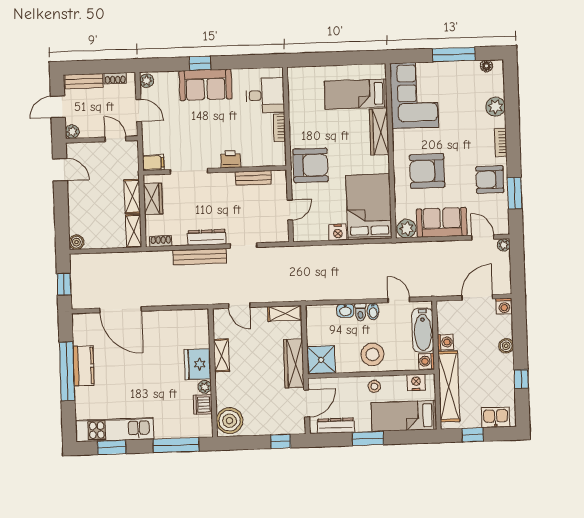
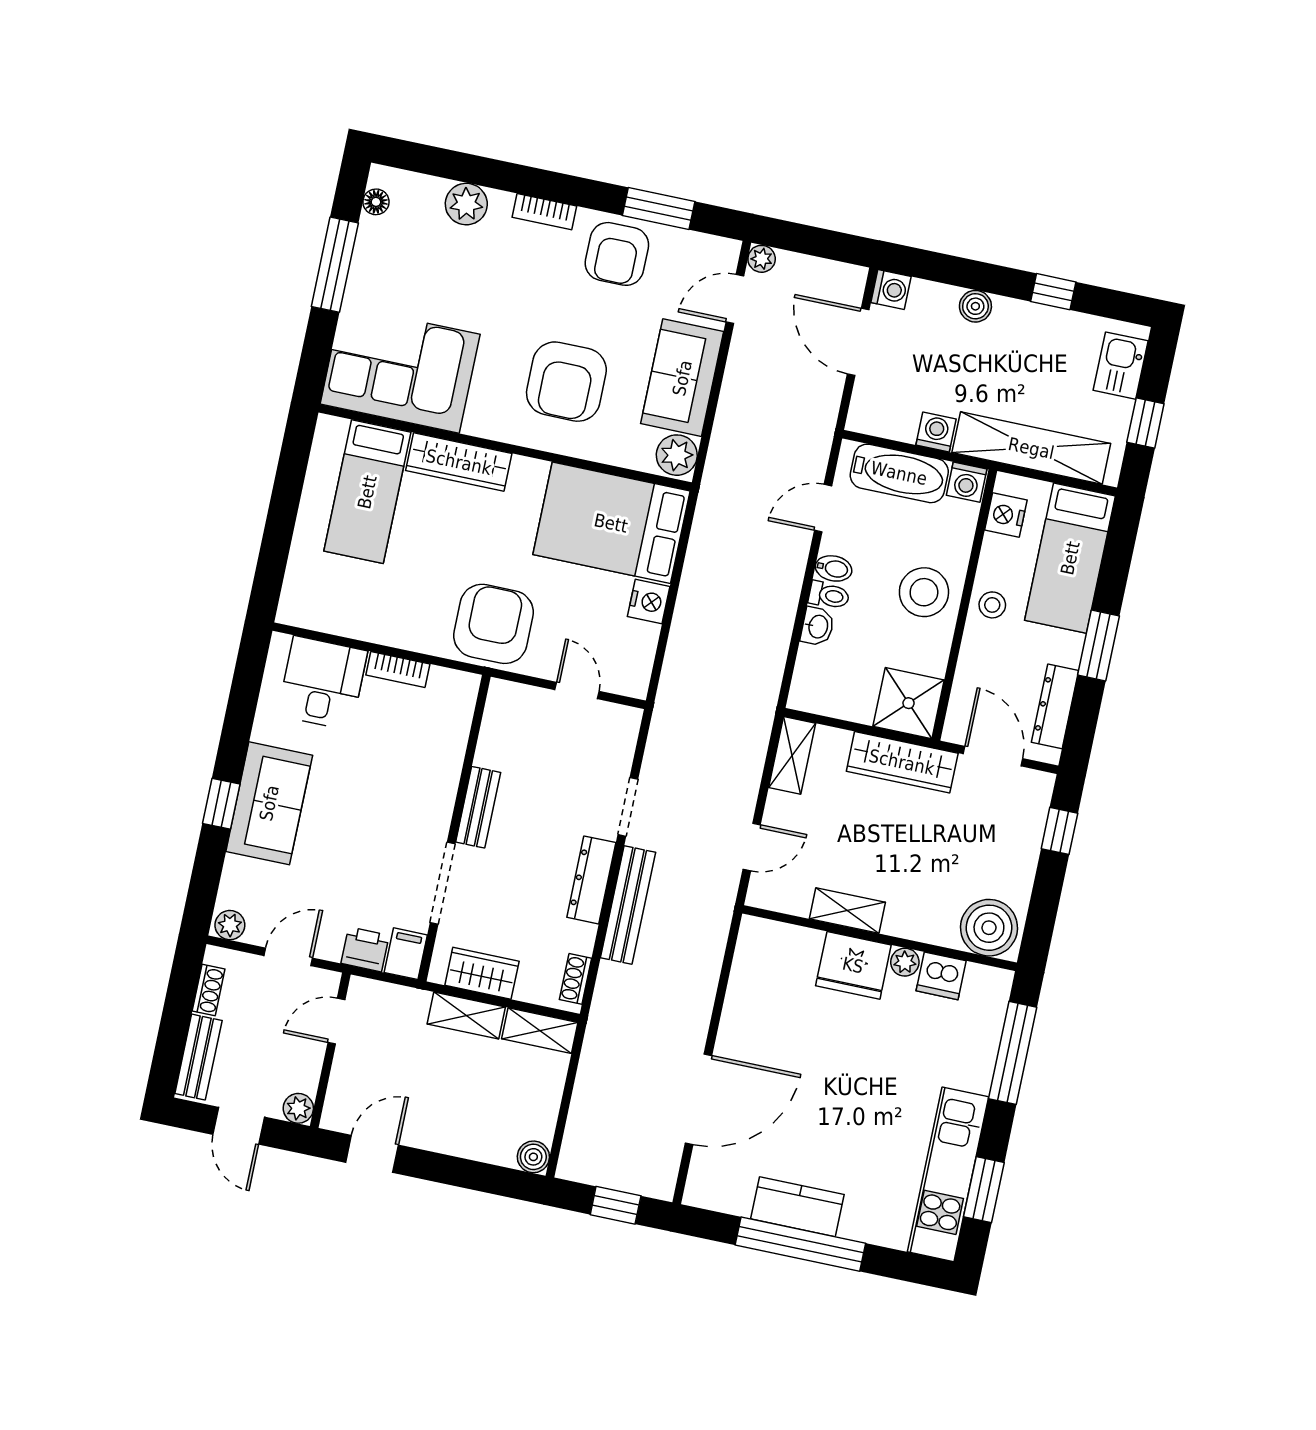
printer: (231, 159) -> (365, 949), moved, turned 90
bench: (253, 178) -> (478, 807), moved

